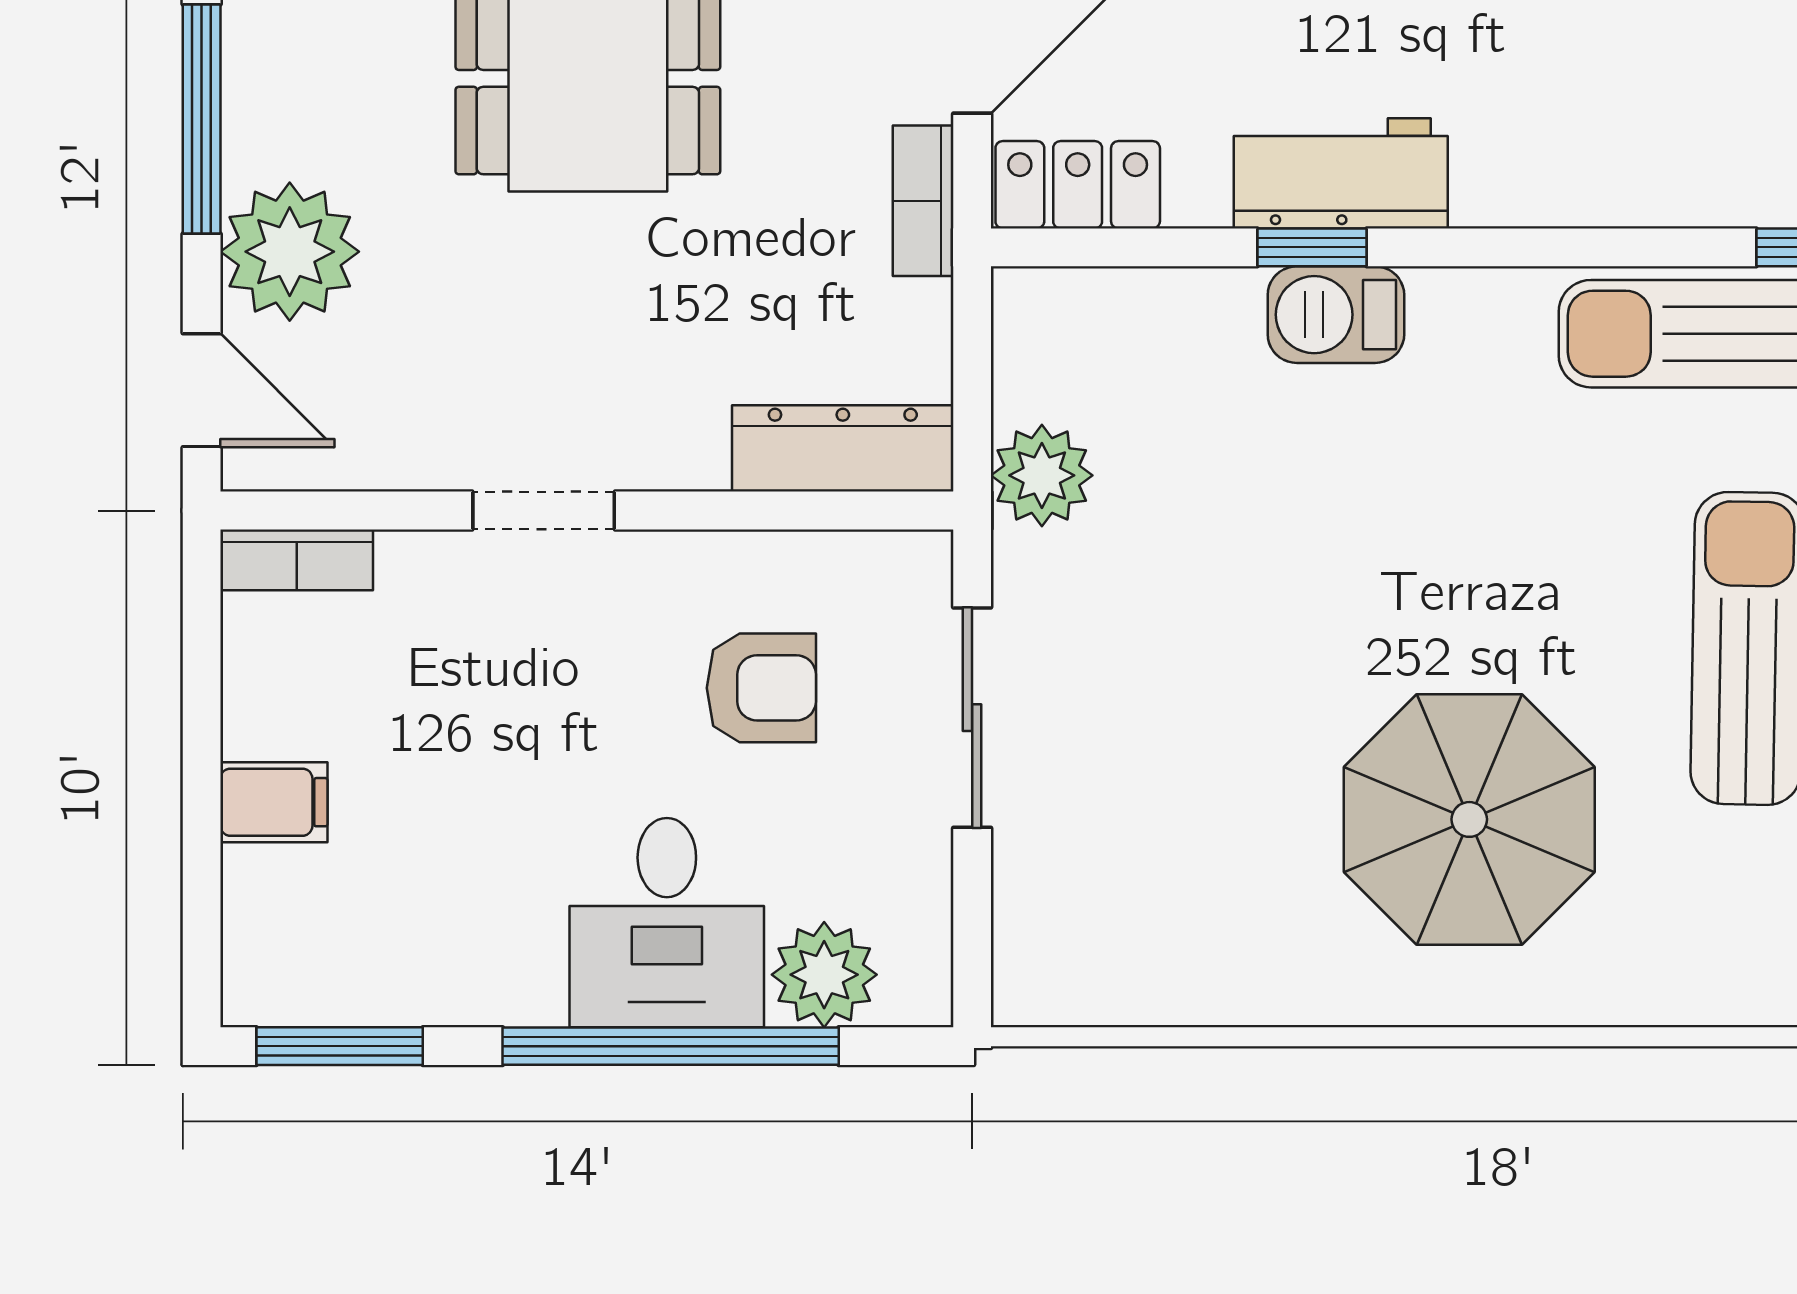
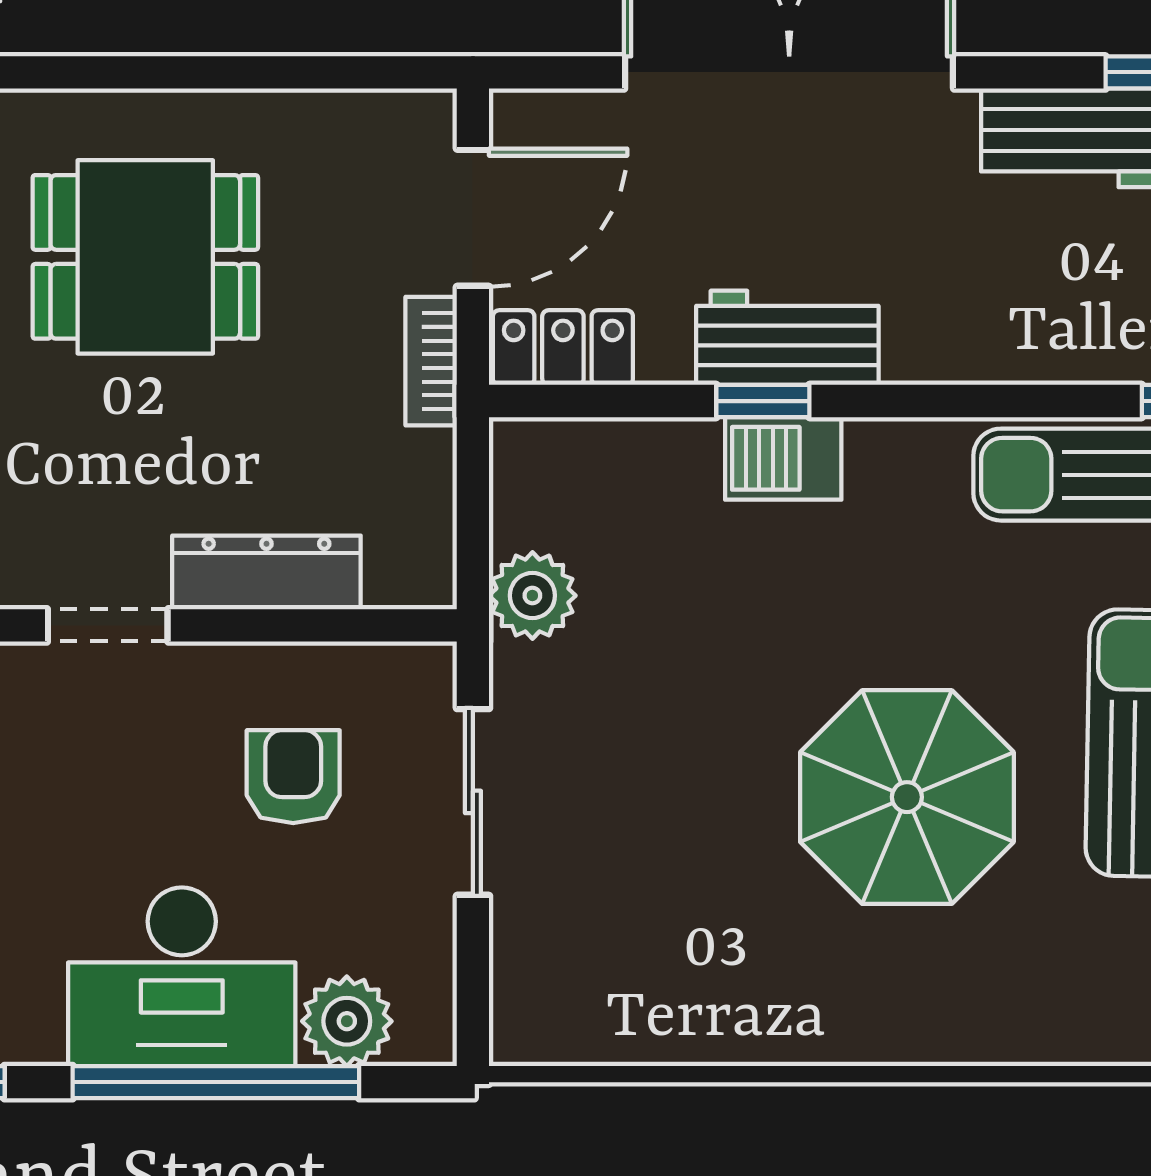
dresser: (843, 448) -> (266, 572), moved
armchair: (761, 688) -> (293, 777), turned -90
parasol: (1469, 819) -> (907, 797), moved
desk: (667, 923) -> (182, 977), width x1.37

